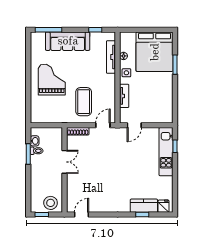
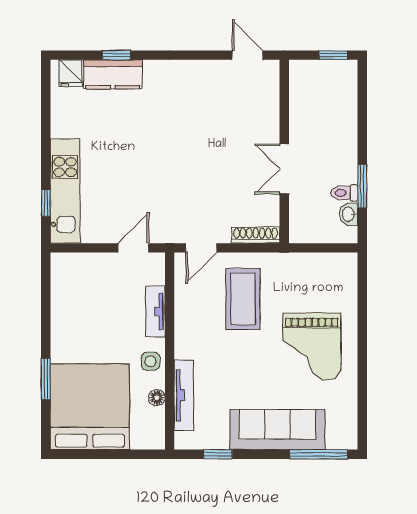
stool: (51, 203) -> (314, 80), removed
door: (81, 215) -> (248, 55), swing flipped

